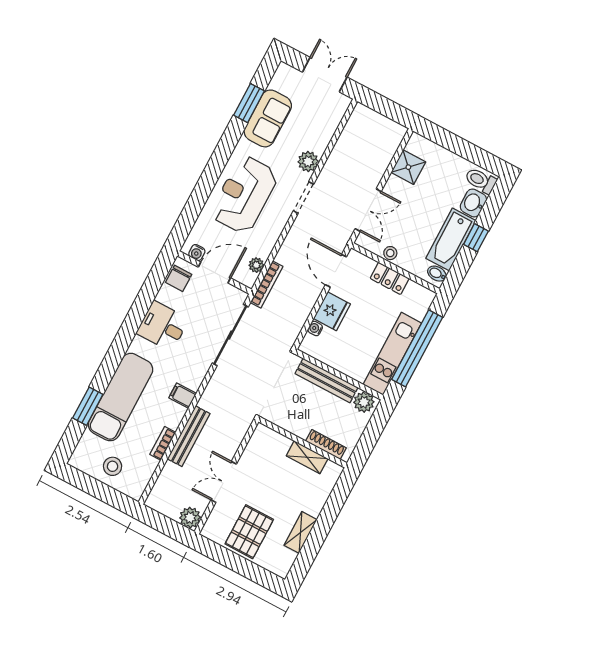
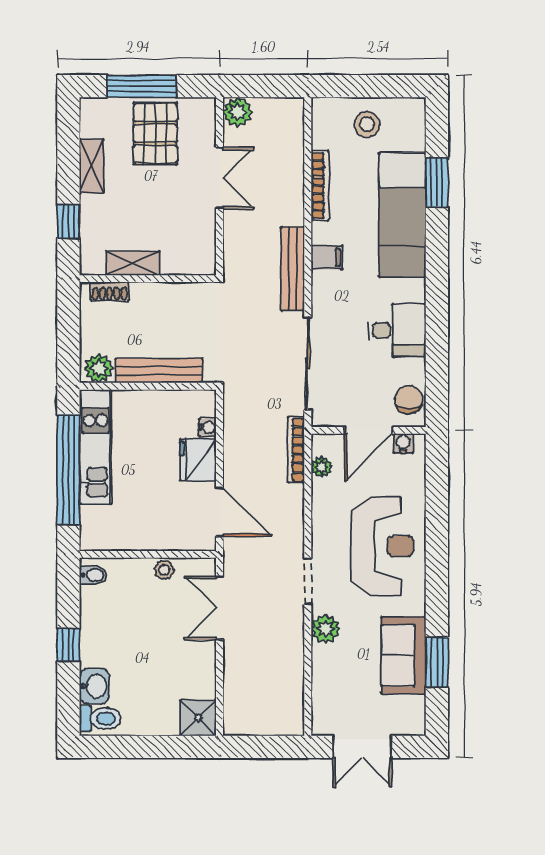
shower: (408, 167) -> (198, 718), moved
bathtub: (451, 239) -> (98, 626), removed
locker: (390, 278) -> (148, 538), removed
bench: (189, 436) -> (293, 269), moved
bookcase: (163, 443) -> (320, 186), width x1.56
shoe rack: (326, 445) -> (110, 291), width x0.70
window: (334, 505) -> (68, 222), added
window: (242, 566) -> (142, 86), added

